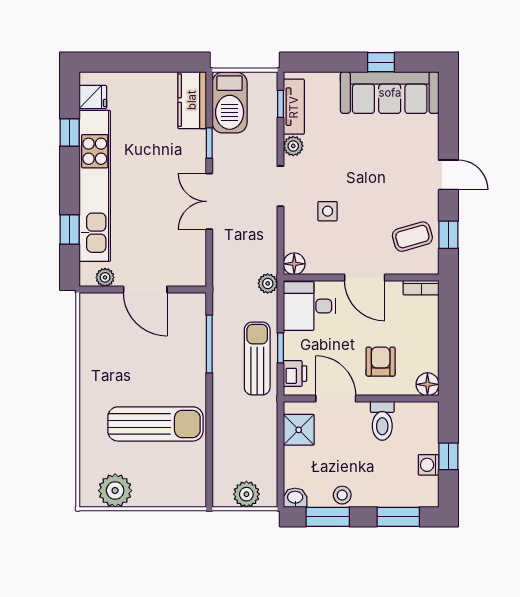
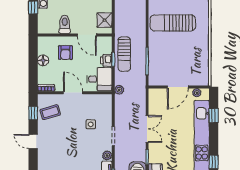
floor lamp: (294, 264) -> (107, 99), removed
door: (145, 289) -> (178, 87), swing flipped
printer: (295, 374) -> (106, 60), moved
floor lamp: (427, 384) -> (43, 60), moved

